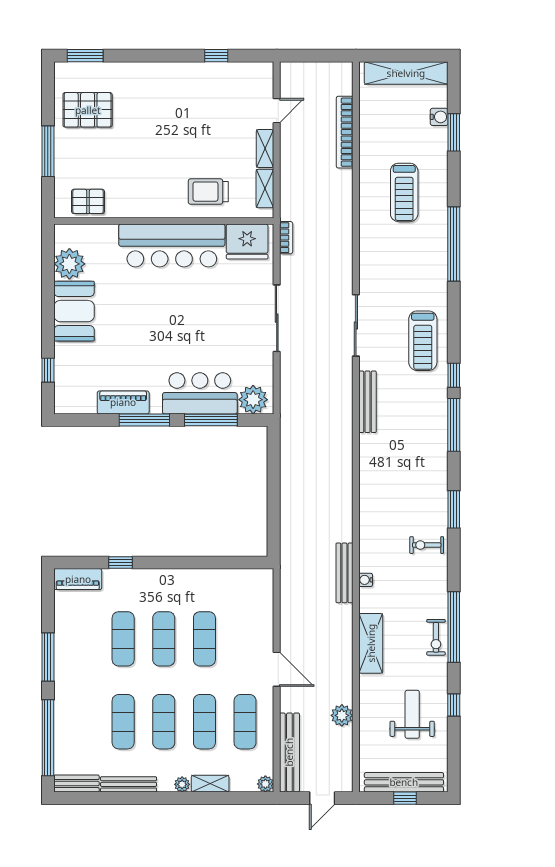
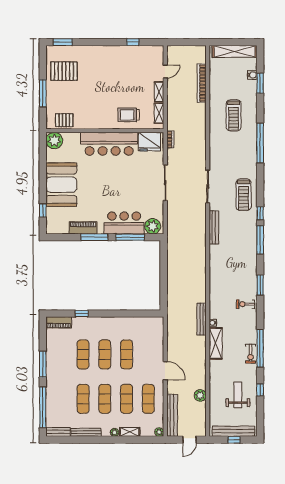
plant: (69, 264) -> (54, 141), moved
booth: (74, 311) -> (61, 185), width x1.36, depth x1.42
shelving: (371, 643) -> (216, 343), moved

